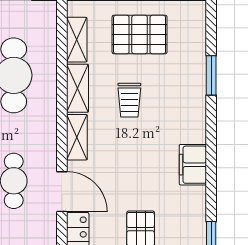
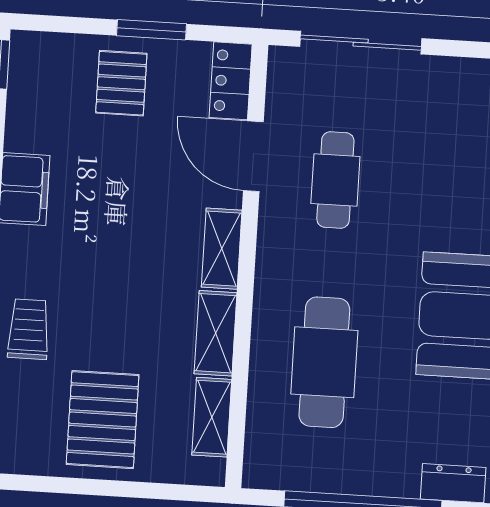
pallet: (140, 35) -> (103, 420), turned 90
trolley: (129, 100) -> (29, 329), moved

